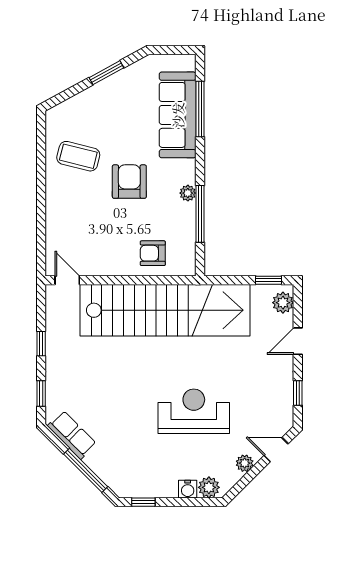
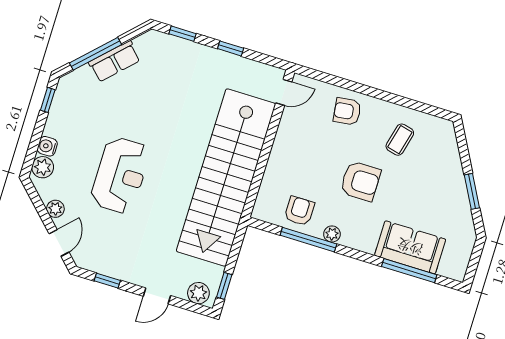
sofa: (178, 115) -> (410, 247), width x0.73
coffee table: (78, 156) -> (400, 140), width x0.73, depth x0.77
armchair: (67, 214) -> (347, 111), added
armchair: (153, 253) -> (299, 211), moved
door: (298, 341) -> (157, 296), swing flipped
row of seats: (72, 435) -> (114, 61), moved

